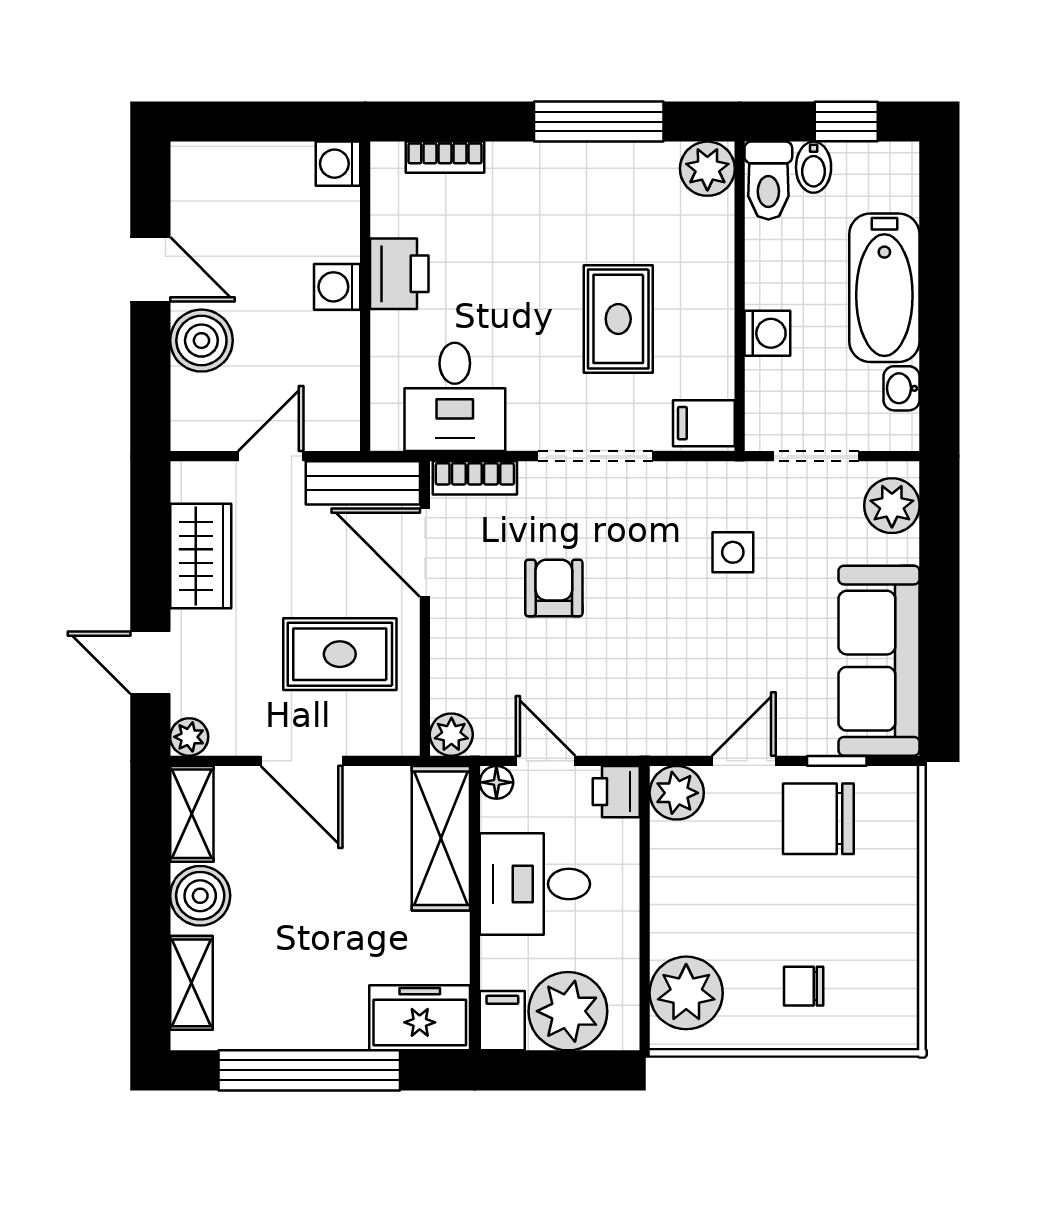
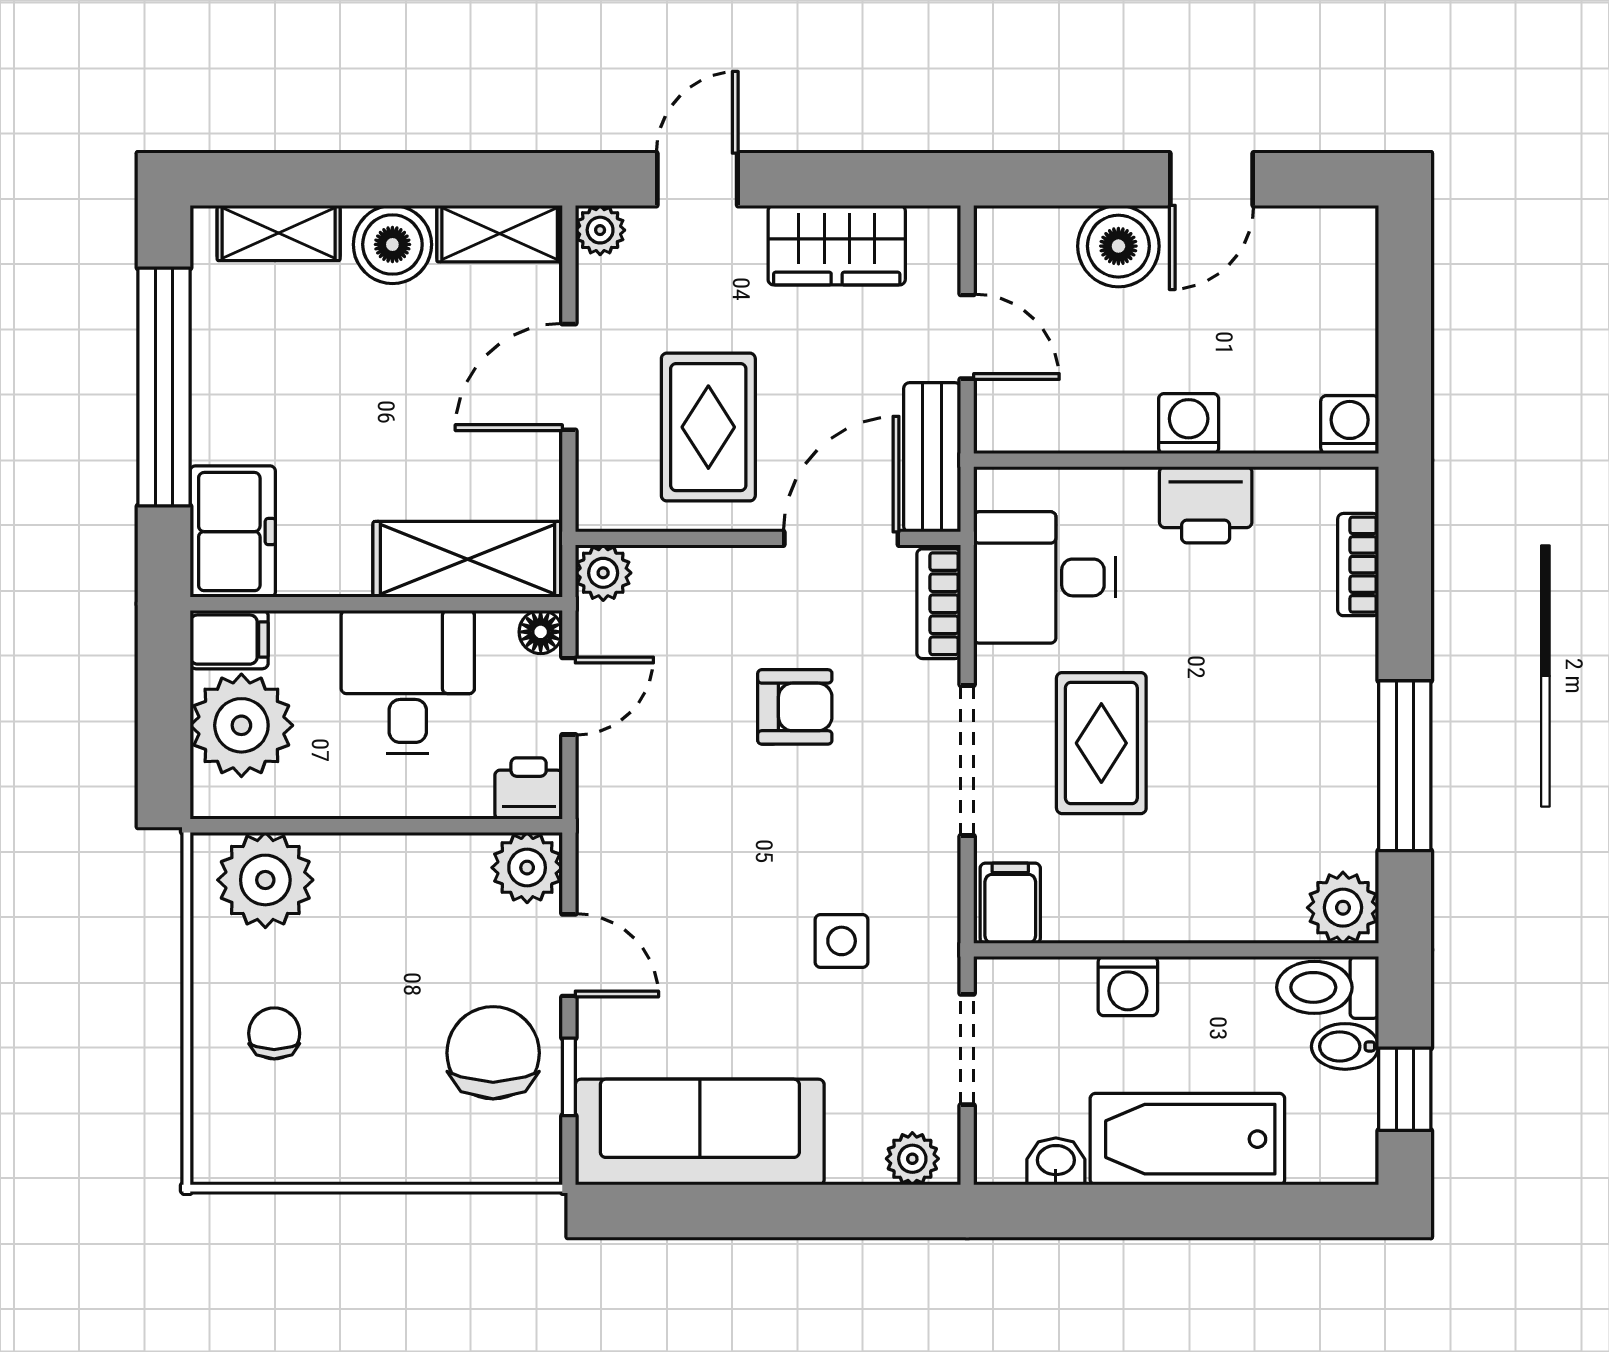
rug: (618, 319) -> (1101, 743), moved, turned 90
plant: (892, 506) -> (912, 1159), width x0.73, depth x0.73

